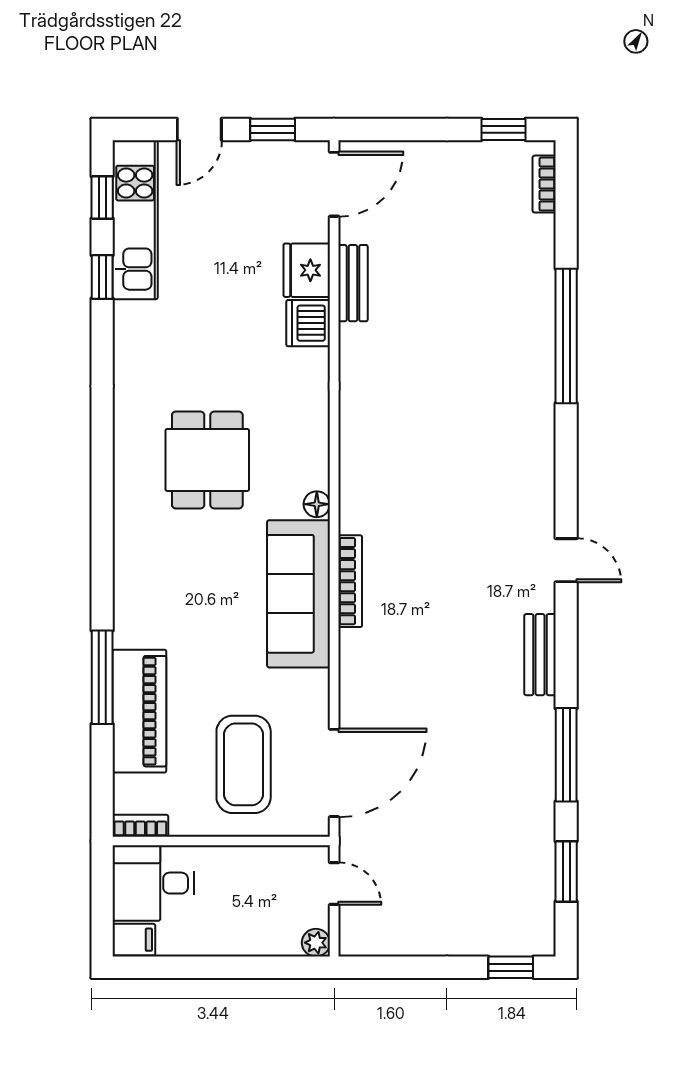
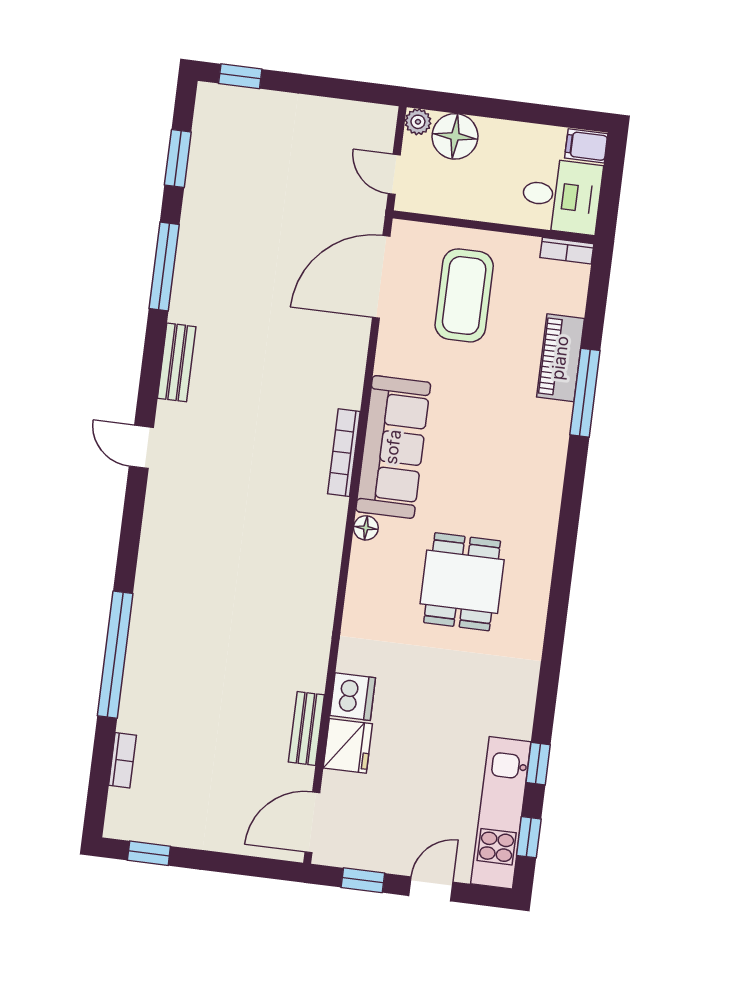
bookcase: (544, 184) -> (122, 760), moved
piano: (139, 711) -> (560, 358), width x0.73, depth x0.75
floor lamp: (275, 932) -> (455, 136), added

